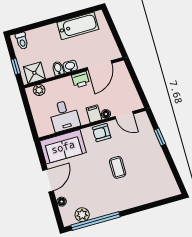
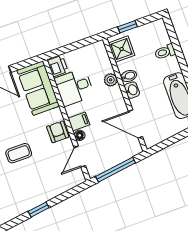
toilet: (22, 41) -> (165, 52), moved
printer: (81, 80) -> (58, 66), moved, turned 180
window: (137, 85) -> (116, 170), added
plant: (39, 90) -> (111, 80), moved
window: (160, 137) -> (39, 210), moved

